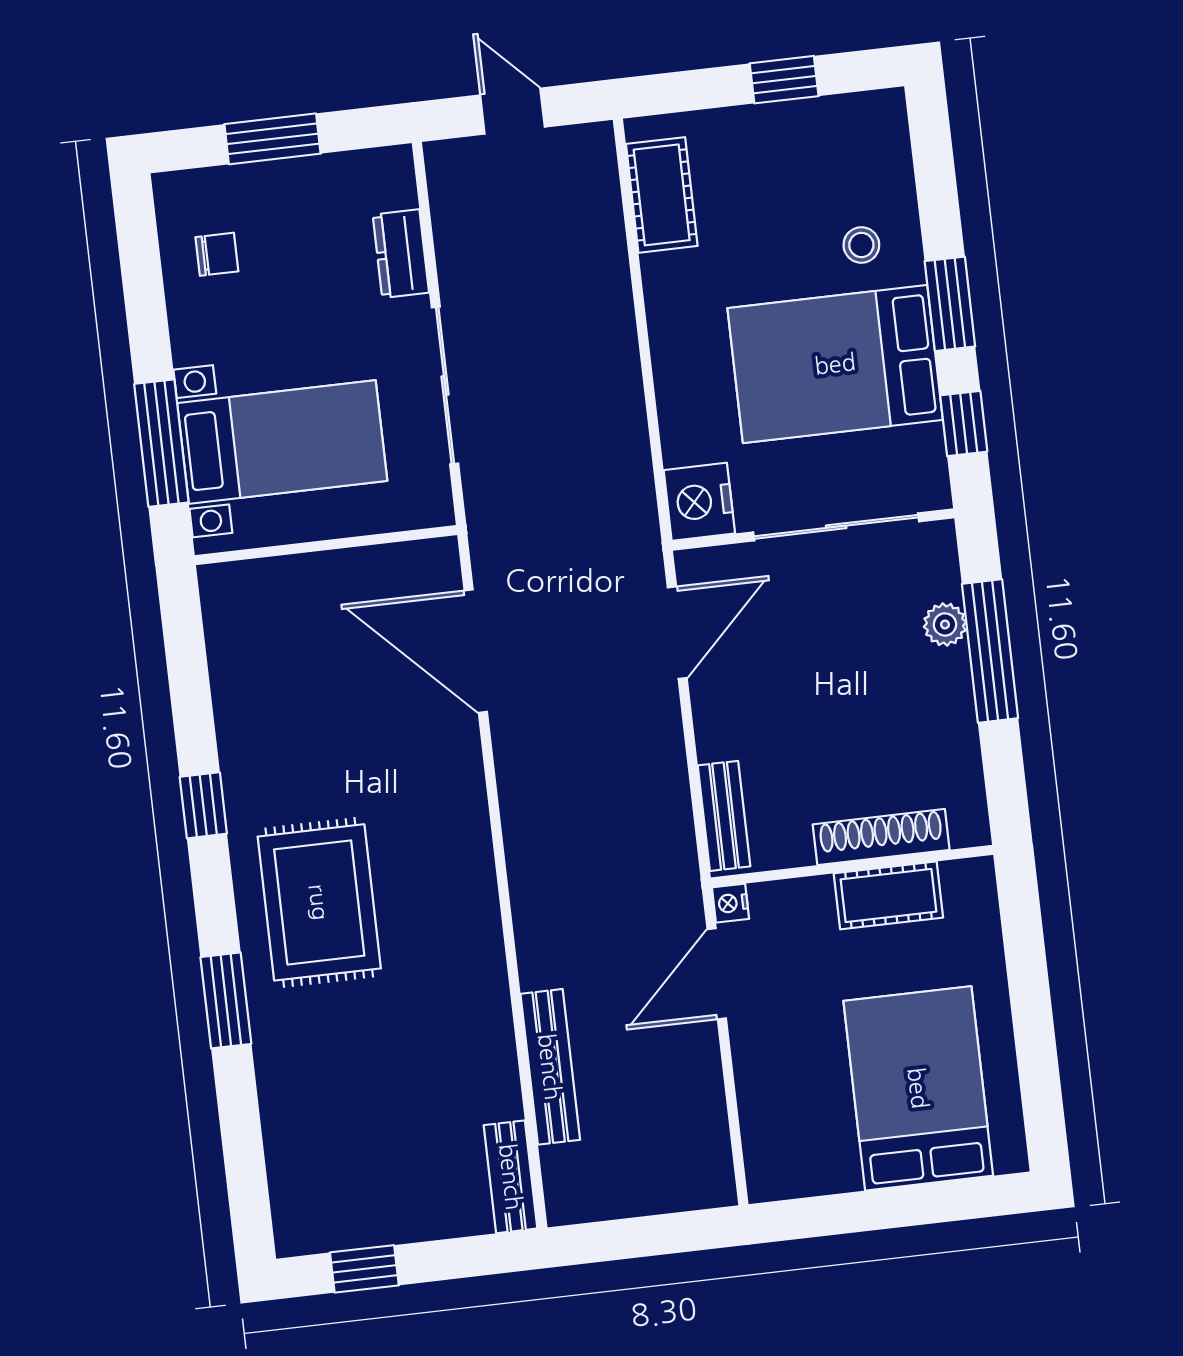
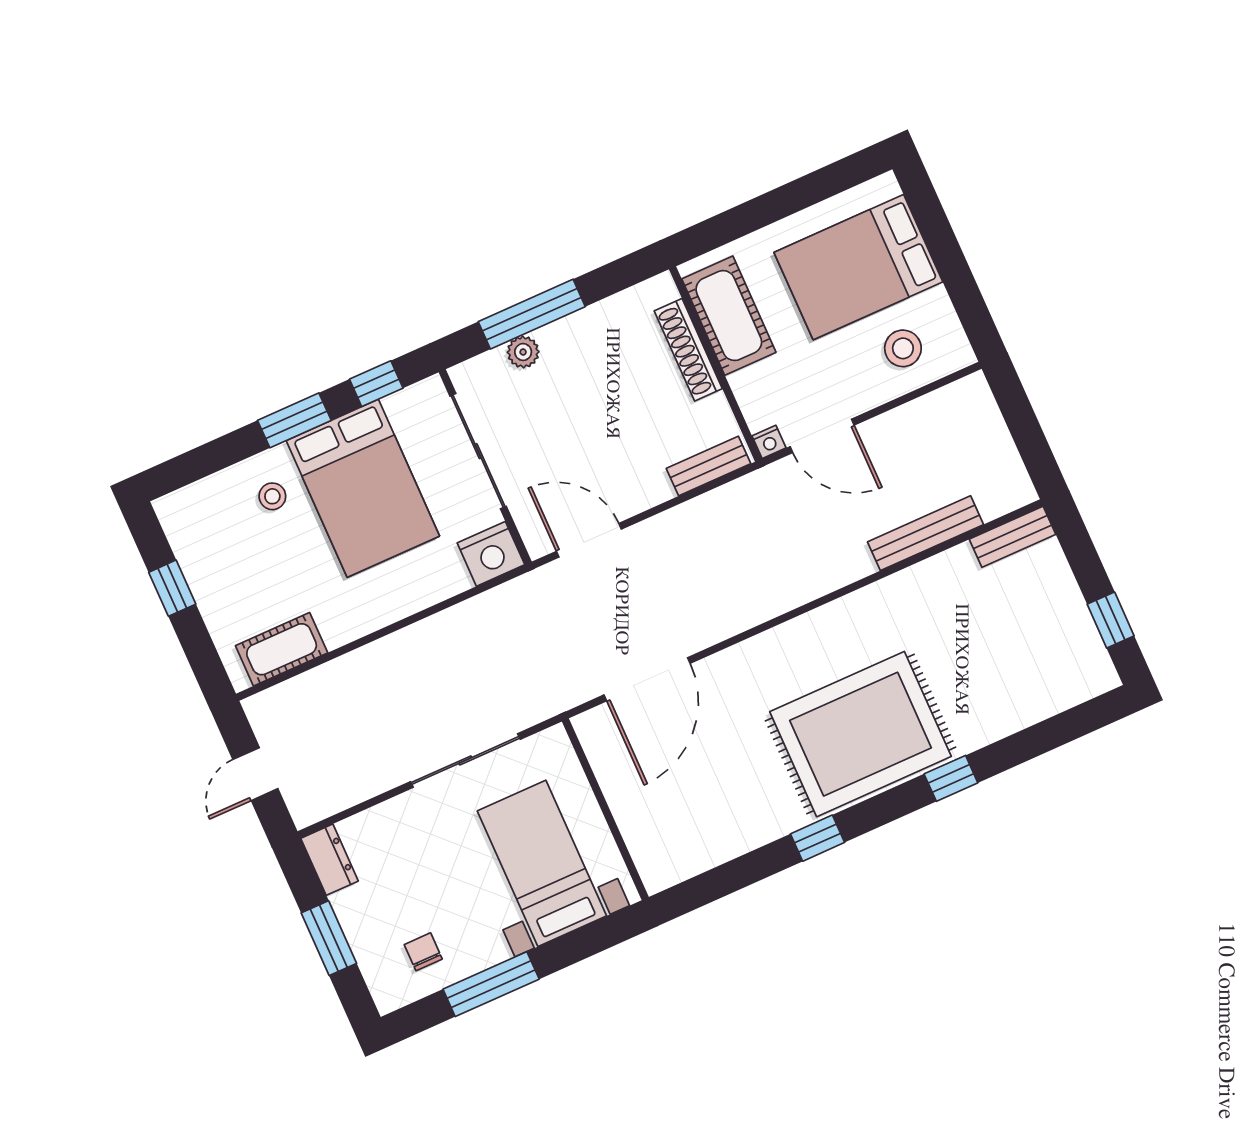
dresser: (401, 254) -> (330, 860), moved, turned -90
window: (161, 443) -> (491, 984), moved
cot: (888, 895) -> (729, 316), width x1.37, depth x1.34
rug: (319, 902) -> (861, 734), width x1.37, depth x1.44
window: (226, 1000) -> (951, 778), width x0.67
stool: (796, 1113) -> (903, 348), added

